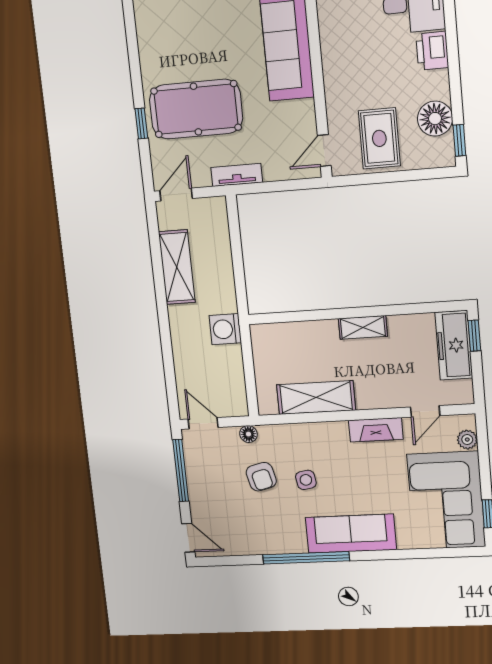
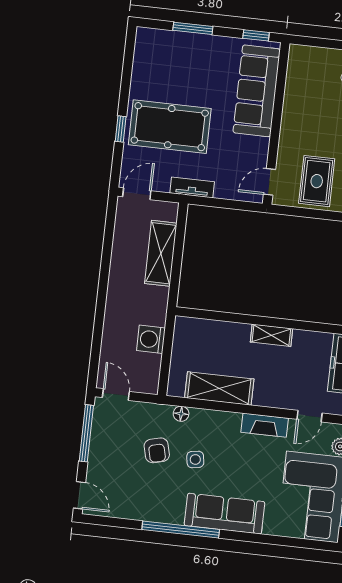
shelving: (177, 267) -> (161, 253), moved
washing machine: (225, 329) -> (151, 339), moved
floor lamp: (248, 434) -> (181, 414), moved

